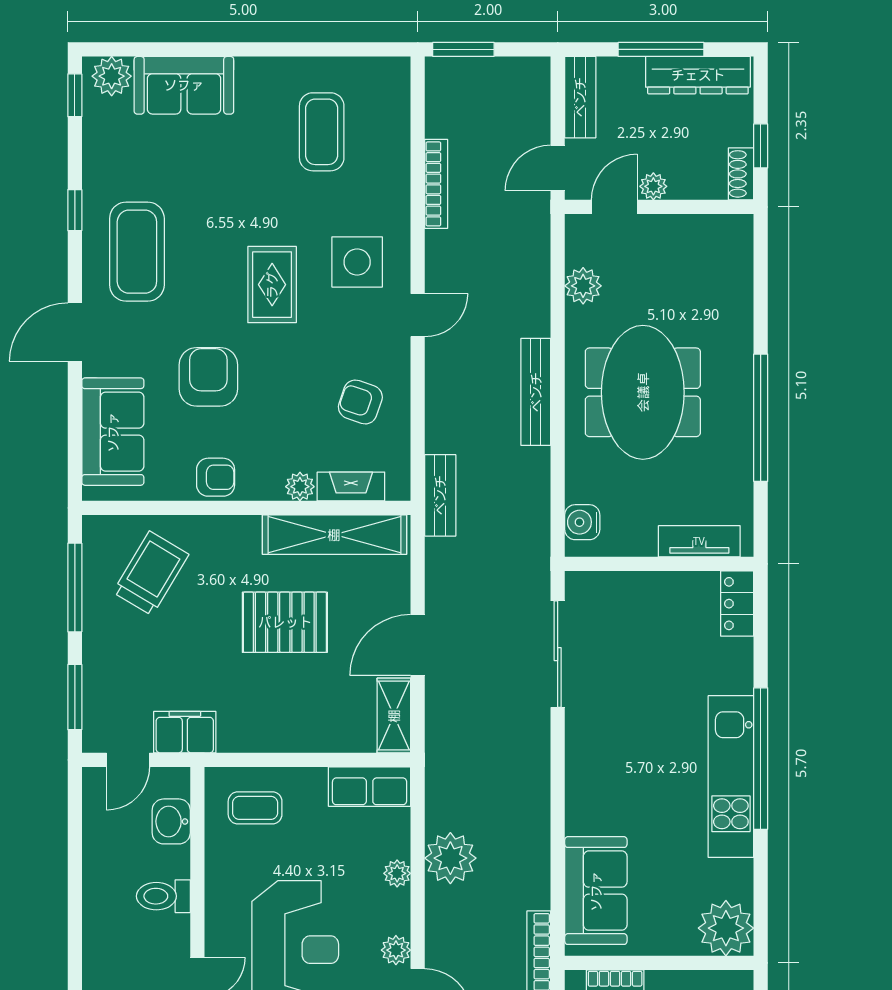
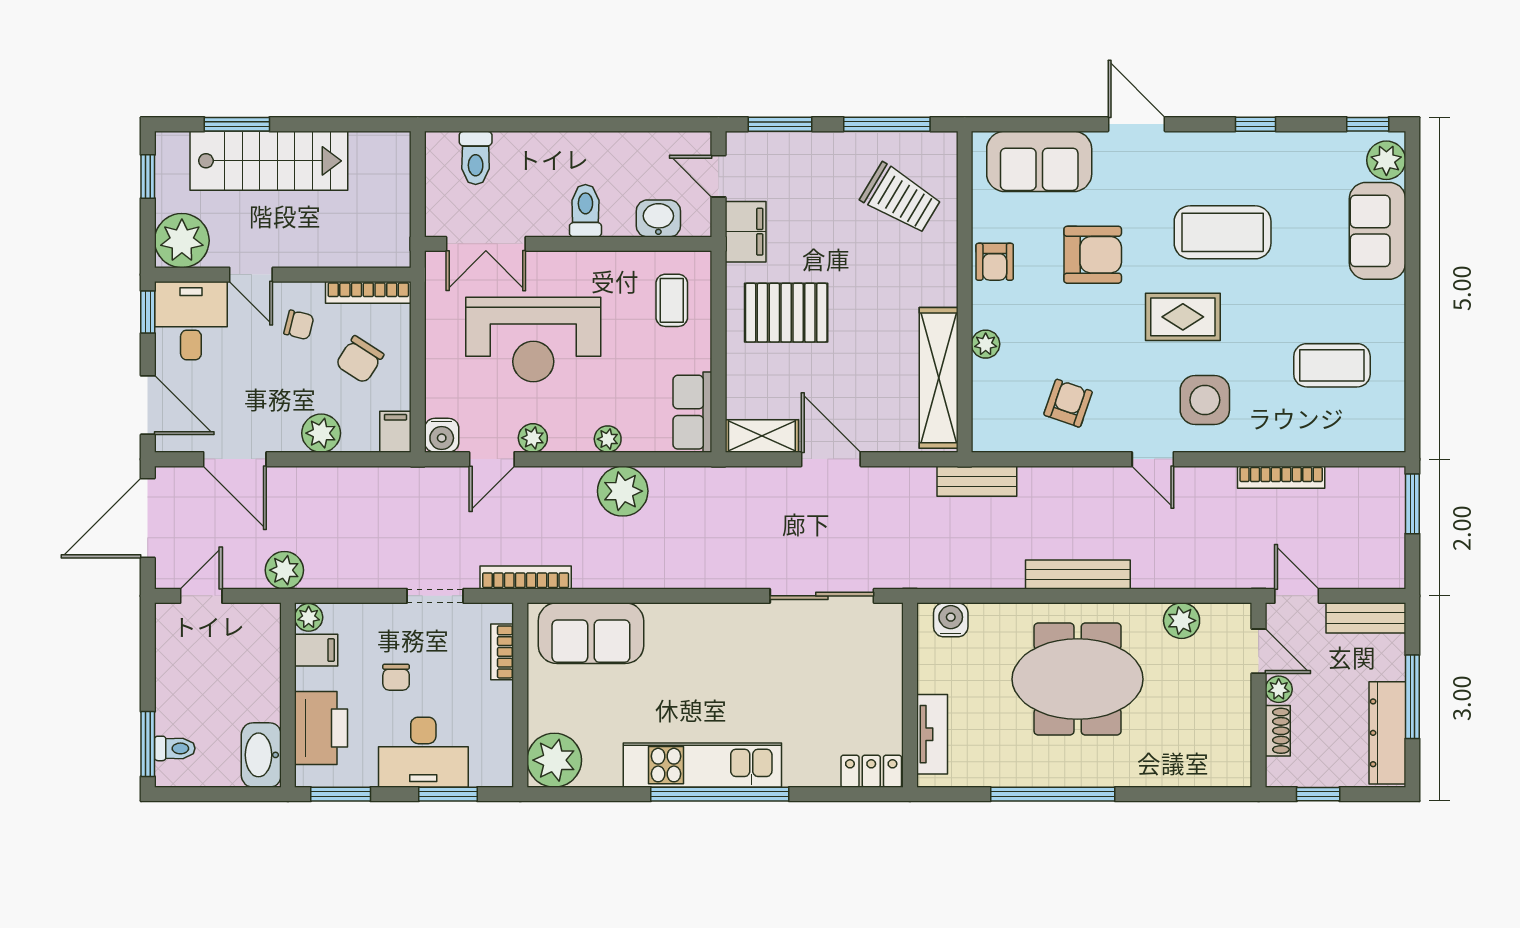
shoe rack: (741, 174) -> (1278, 731), moved, turned 90
coffee table: (137, 252) -> (1223, 232), moved
fireplace: (351, 487) -> (986, 394), removed
pallet: (285, 622) -> (786, 313), moved, turned 90

